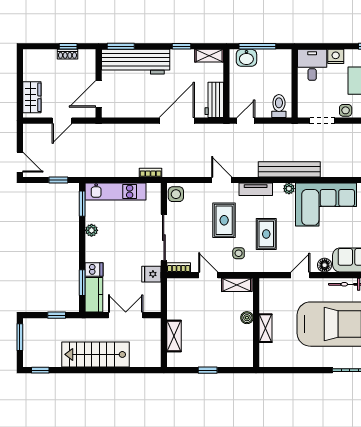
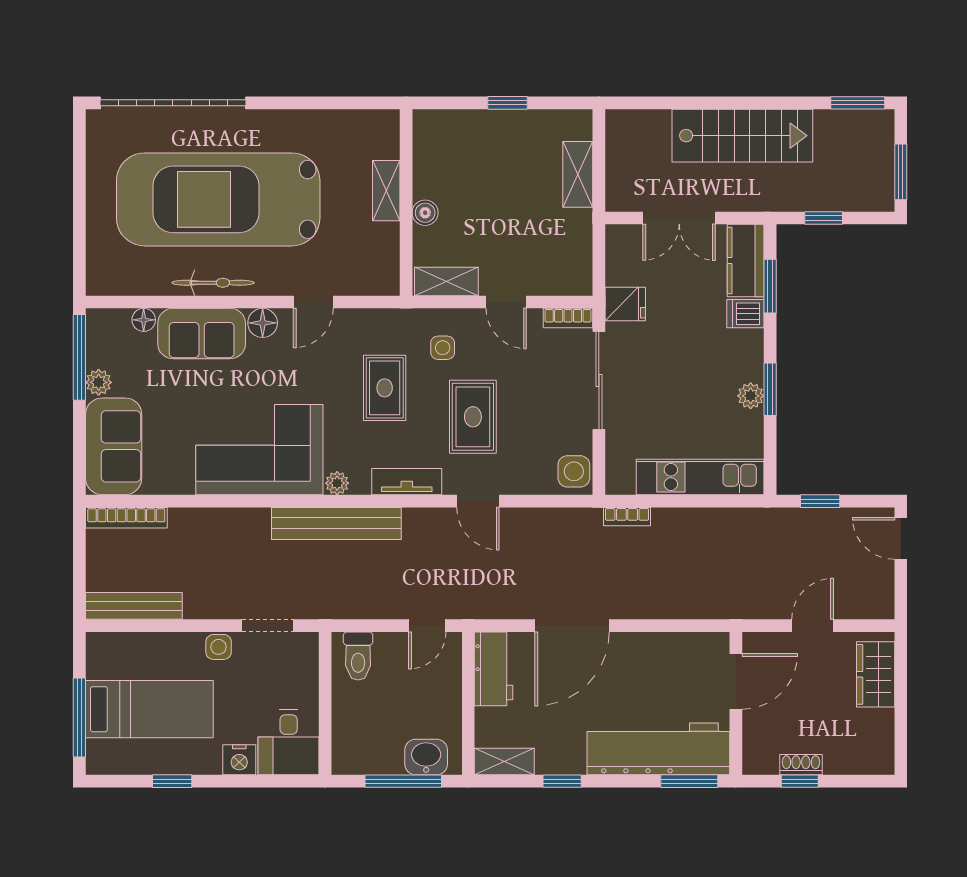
window: (82, 204) -> (770, 389), moved
window: (40, 370) -> (858, 103), width x1.50

